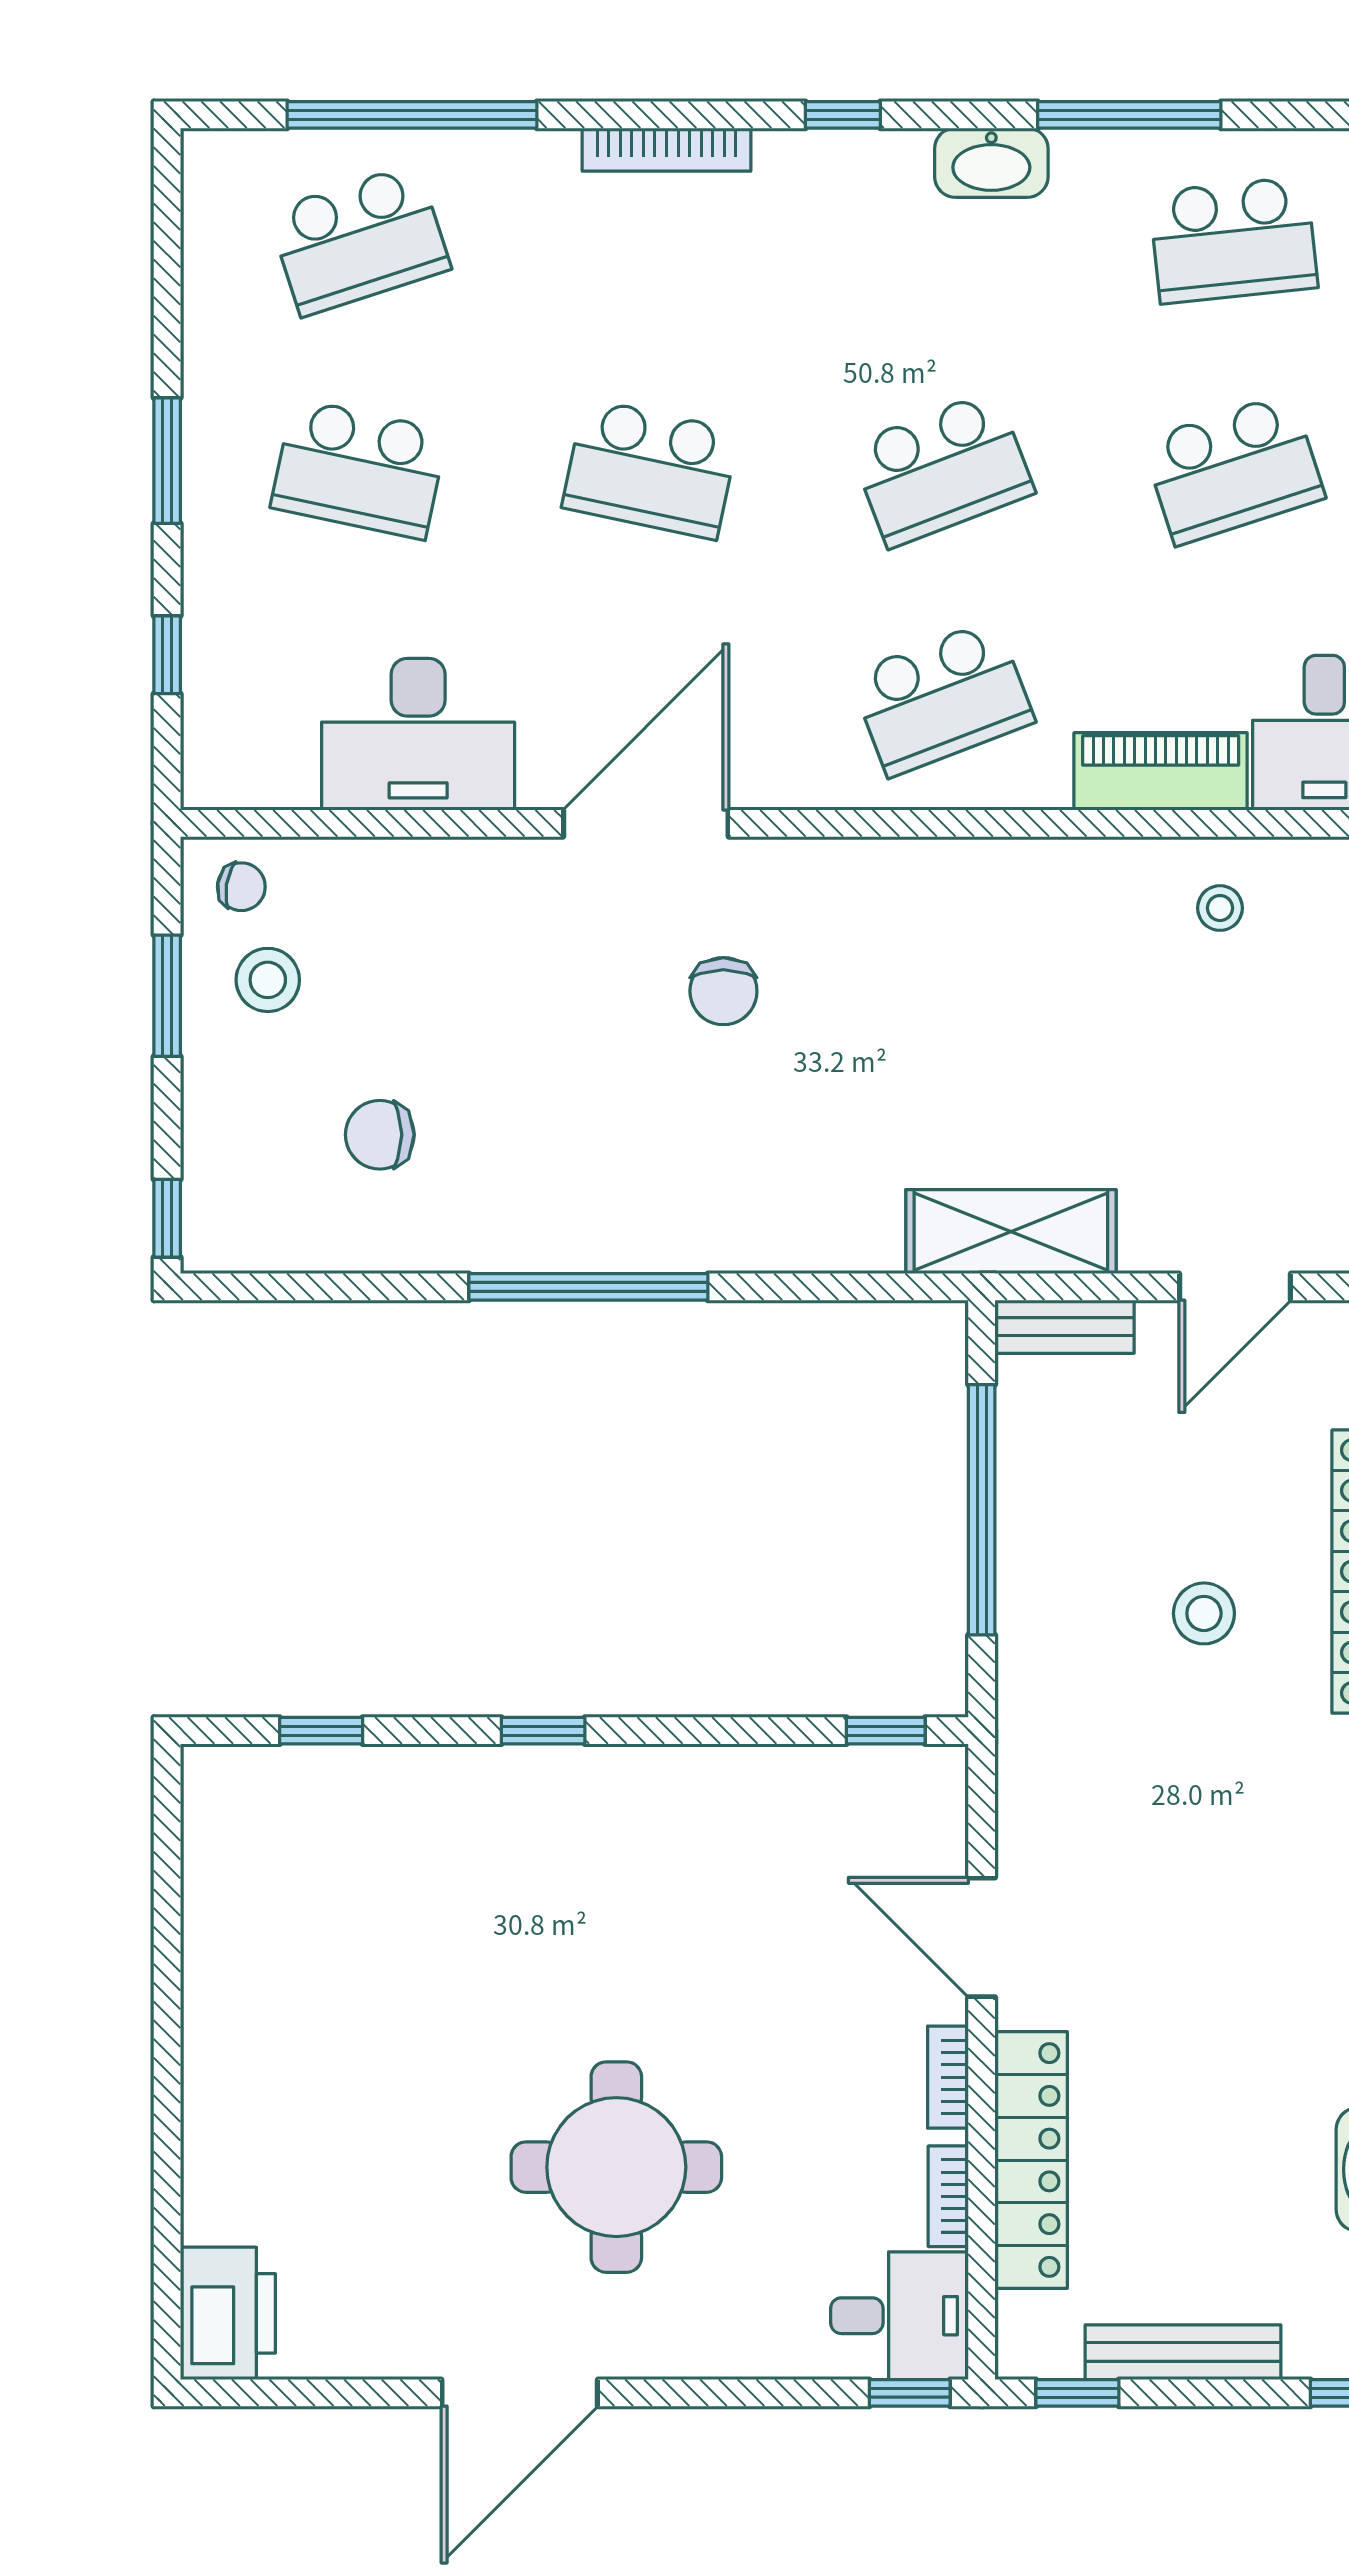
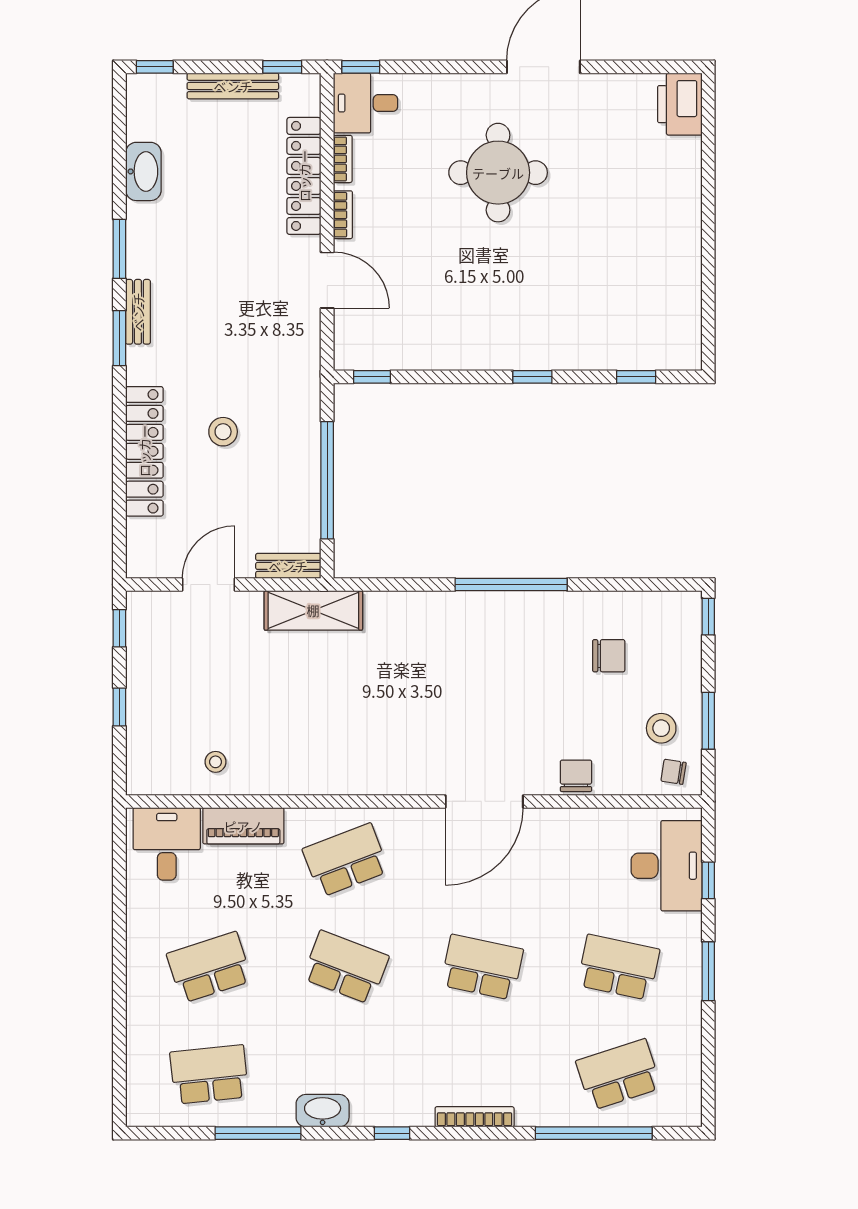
school desk: (942, 469) -> (346, 967), turned 42
desk: (418, 734) -> (667, 866), moved, turned 90
chair: (723, 991) -> (576, 776), moved

